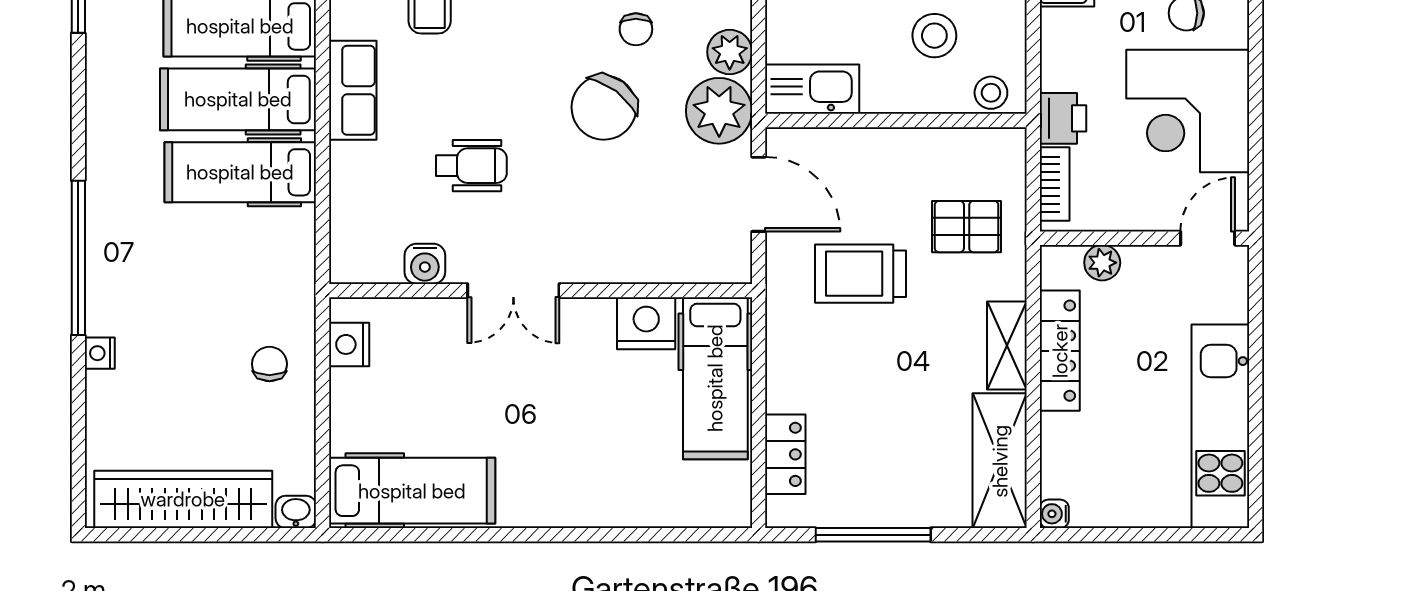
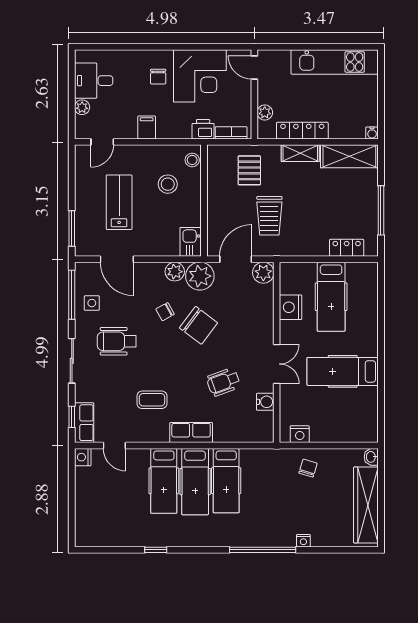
chair: (636, 29) -> (165, 312), turned 151
kitchen sink: (812, 89) -> (191, 242), width x0.73
wheelchair: (471, 166) -> (223, 382), turned -110
plant: (727, 259) -> (263, 273), added
chair: (269, 364) -> (308, 468), turned 107
hospital bed: (715, 378) -> (331, 297), moved, turned 90
hospital bed: (412, 491) -> (343, 371), moved, turned -90

